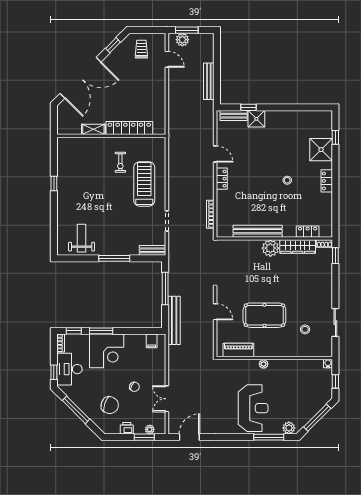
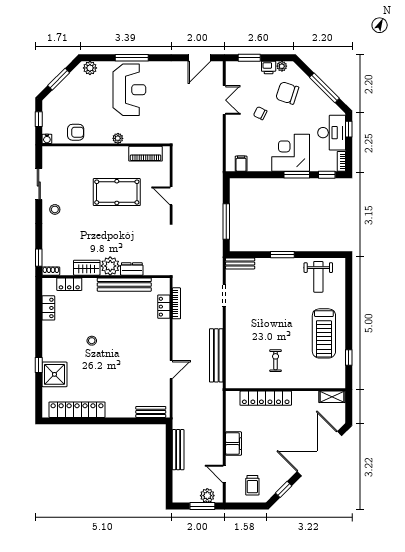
filing cabinet: (158, 87) -> (234, 444), added
window: (248, 107) -> (134, 421), removed
locker: (301, 118) -> (77, 410), added
shower: (256, 119) -> (126, 408), removed
shelving: (93, 129) -> (332, 397), moved
window: (335, 137) -> (39, 365), moved
door: (215, 154) -> (171, 370), swing flipped
locker: (222, 179) -> (164, 307), moved
locker: (327, 181) -> (48, 308), moved
window: (54, 183) -> (349, 358), moved
treadmill: (144, 184) -> (324, 333), moved
dresser: (251, 245) -> (132, 269), added
wardrobe: (298, 247) -> (87, 268), width x0.67
window: (114, 258) -> (282, 255), width x0.69
bench: (174, 320) -> (216, 355), moved
stool: (305, 329) -> (55, 209), moved
armchair: (302, 370) -> (76, 132), added
reception desk: (253, 408) -> (129, 90), turned 180
window: (317, 418) -> (59, 79), width x0.69
plant: (150, 429) -> (282, 66), moved
window: (269, 437) -> (132, 58), moved

